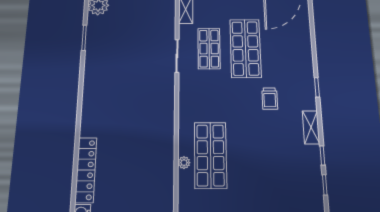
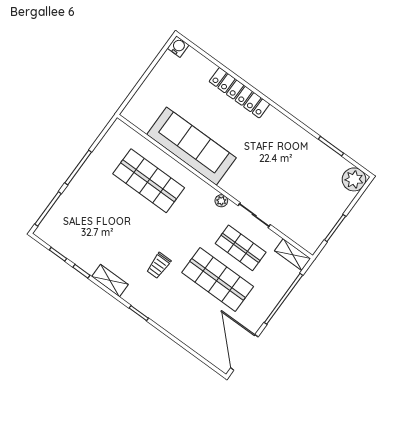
trolley: (270, 99) -> (159, 266), turned -90
sofa: (158, 141) -> (191, 146), added
plant: (184, 163) -> (221, 201), moved
locker: (86, 170) -> (239, 93), moved

